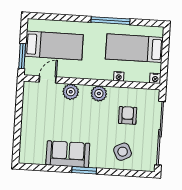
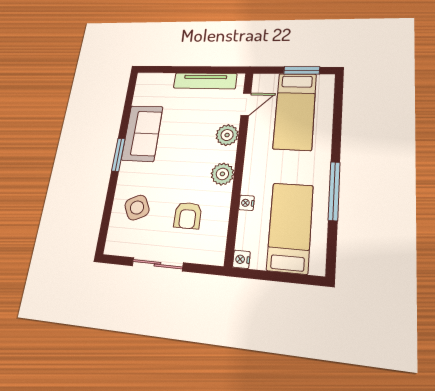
window: (22, 56) -> (302, 70), moved
door: (48, 79) -> (246, 104), hinge flipped
tv unit: (28, 110) -> (205, 81), added
armchair: (128, 115) -> (188, 215), turned 90
sliding door: (160, 133) -> (157, 264), width x0.54

